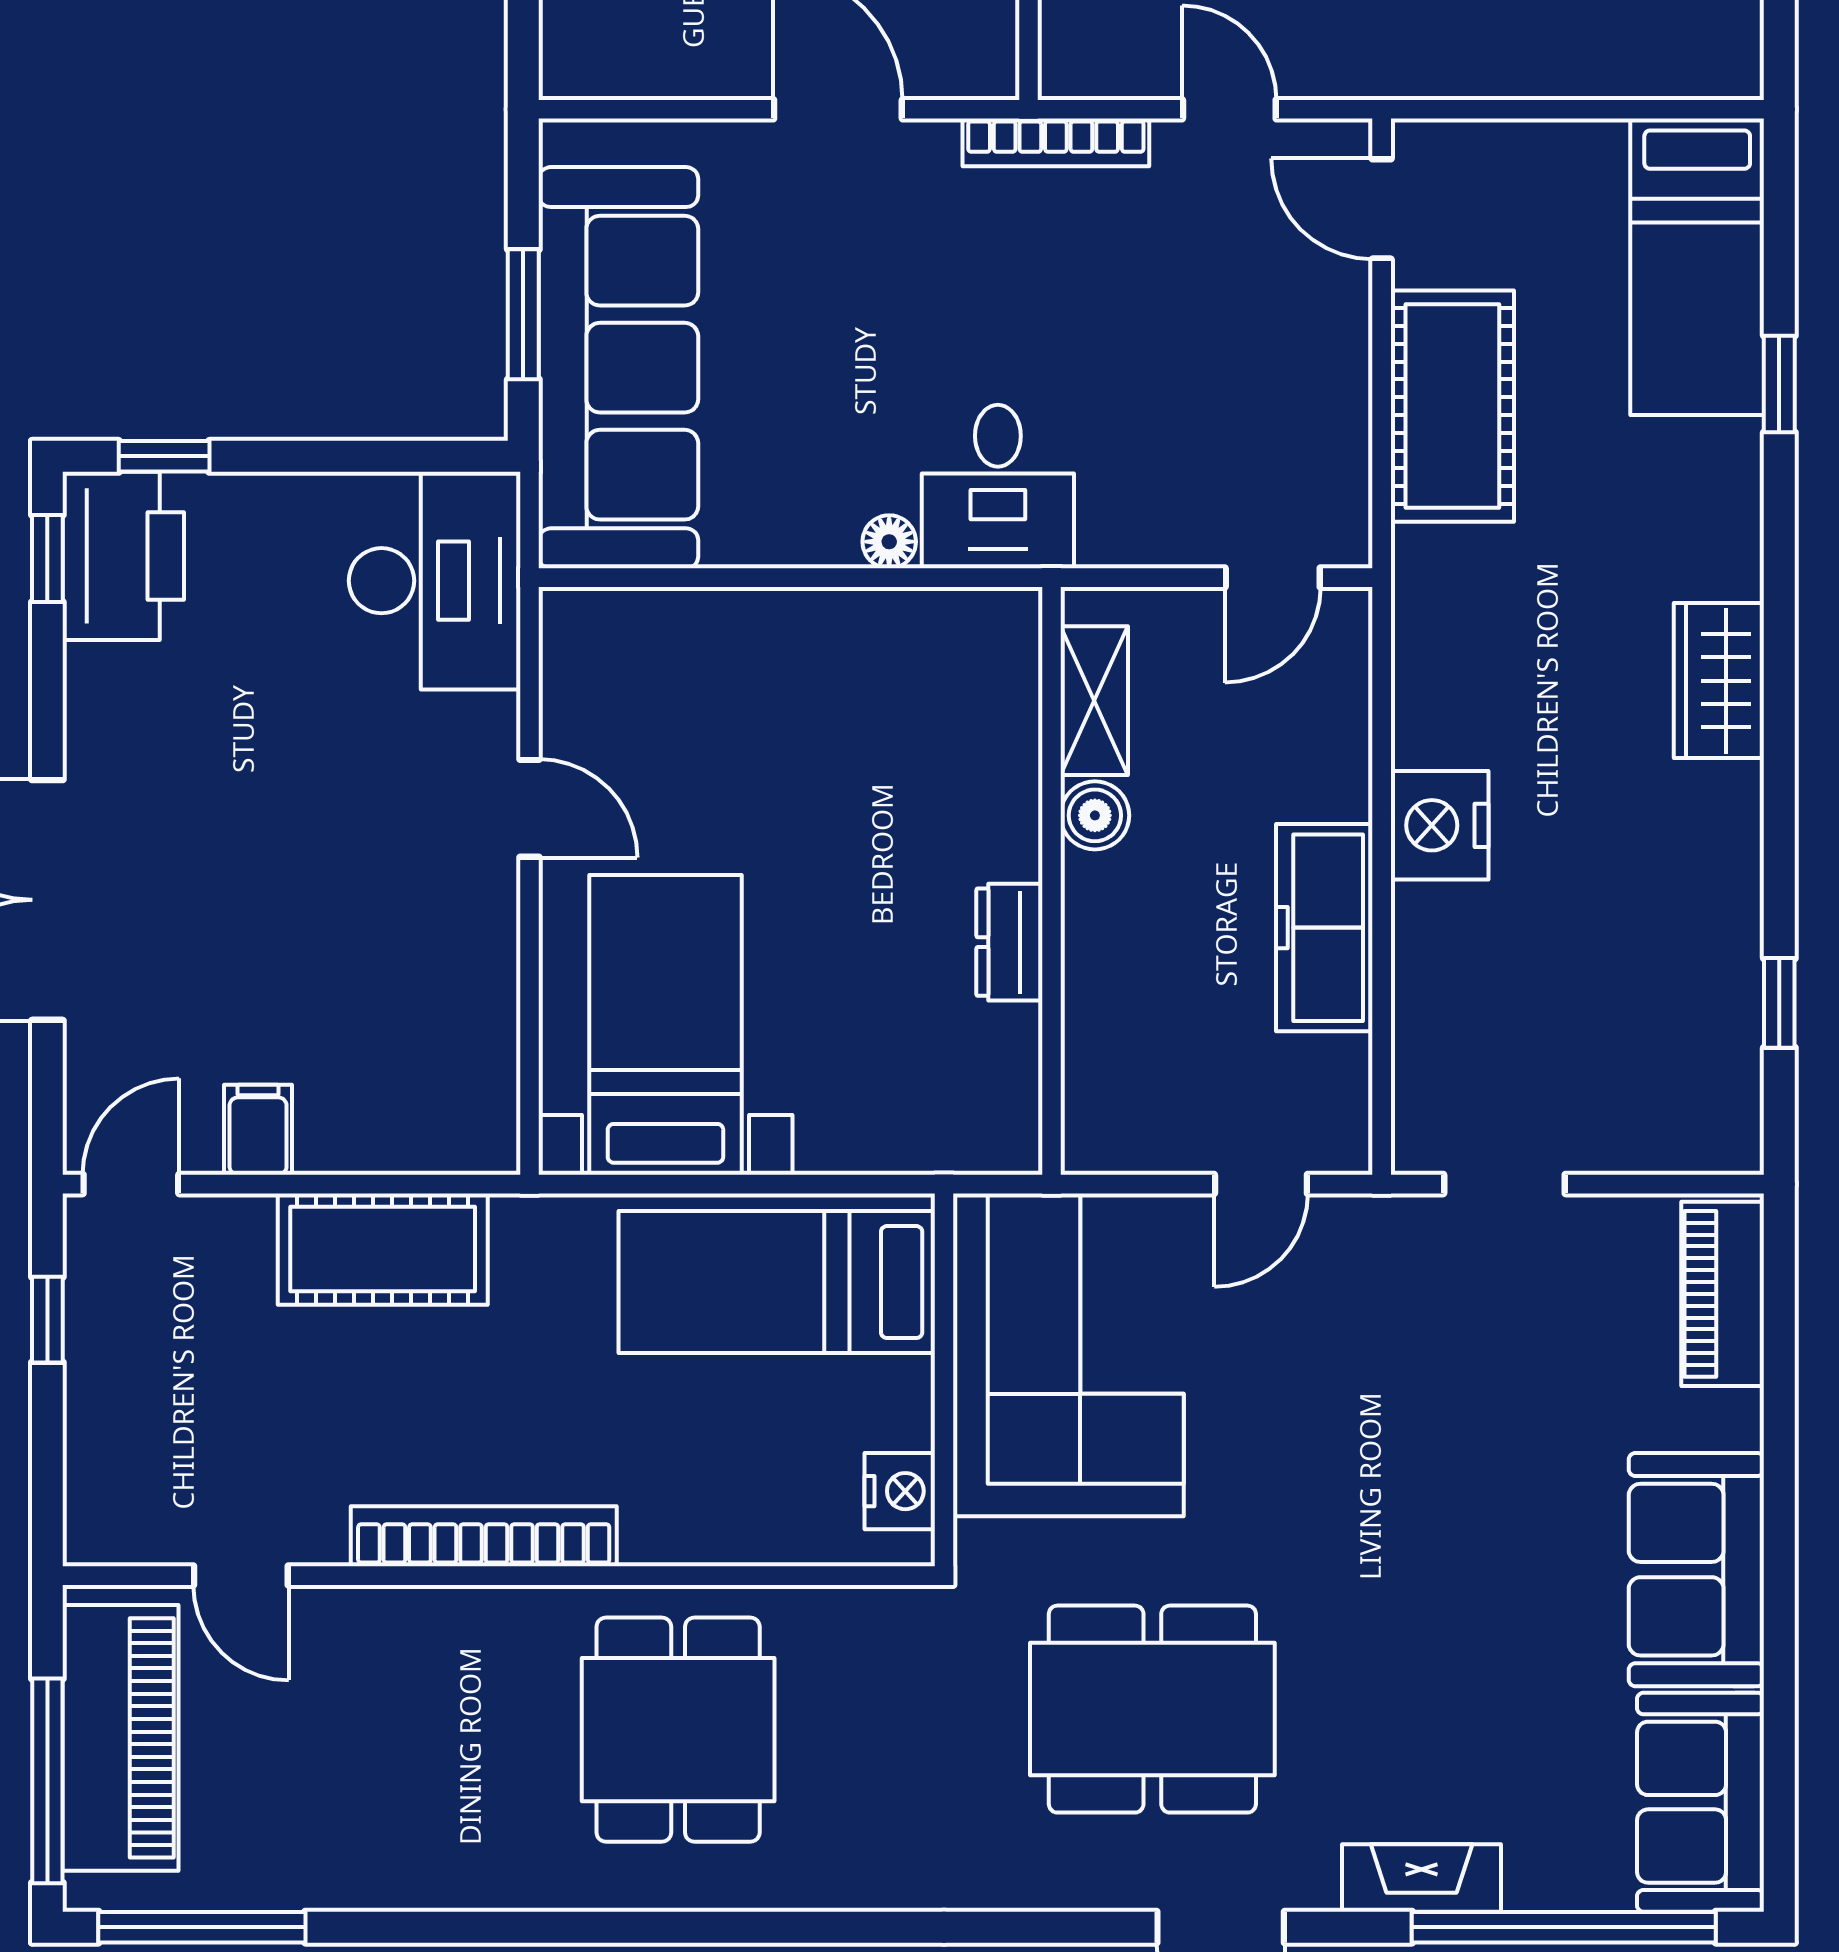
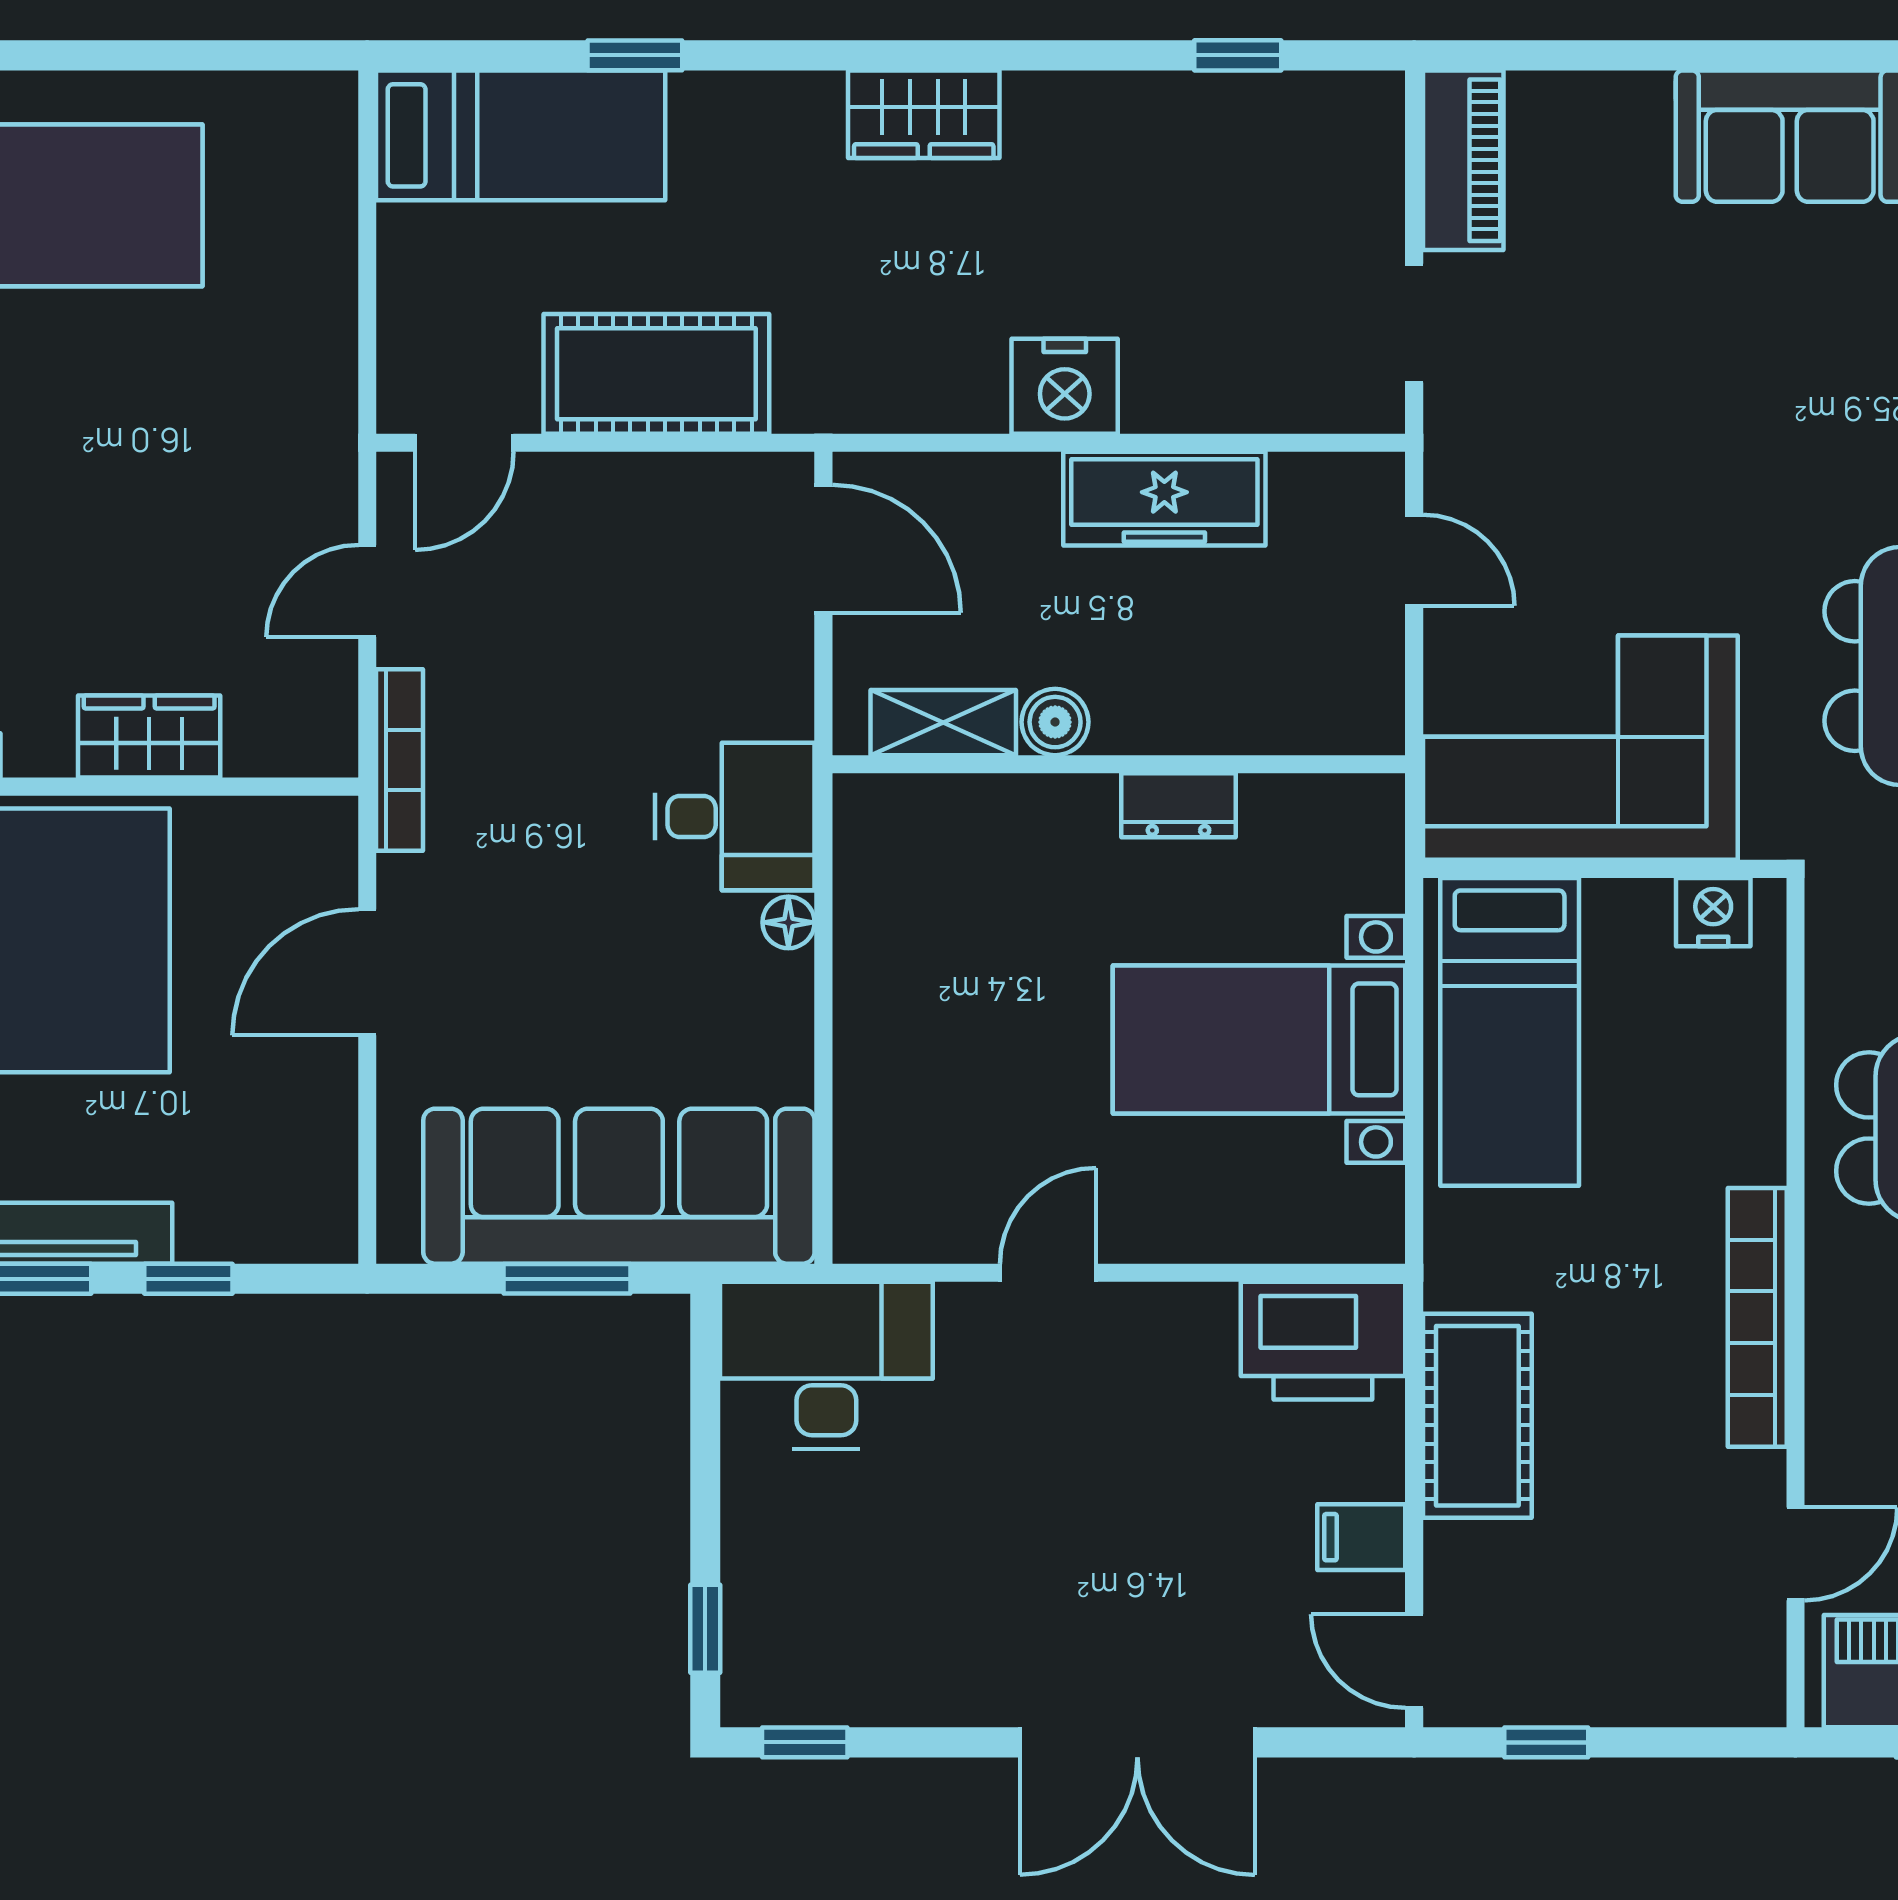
printer: (123, 556) -> (1323, 1341), moved, turned 180
door: (1273, 578) -> (823, 549), width x1.38
bed with nightstands: (665, 1025) -> (1259, 1039), moved
piano: (1723, 1294) -> (1463, 160), moved, turned -90

